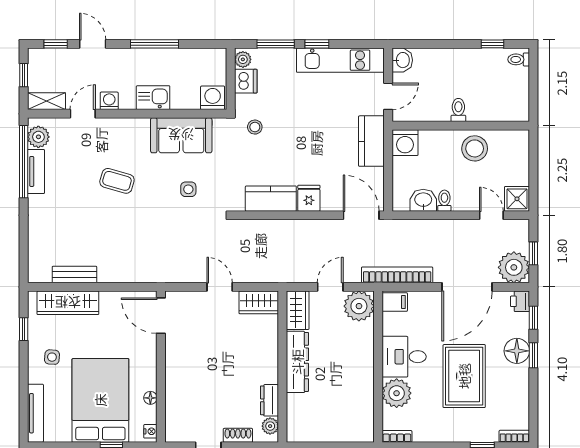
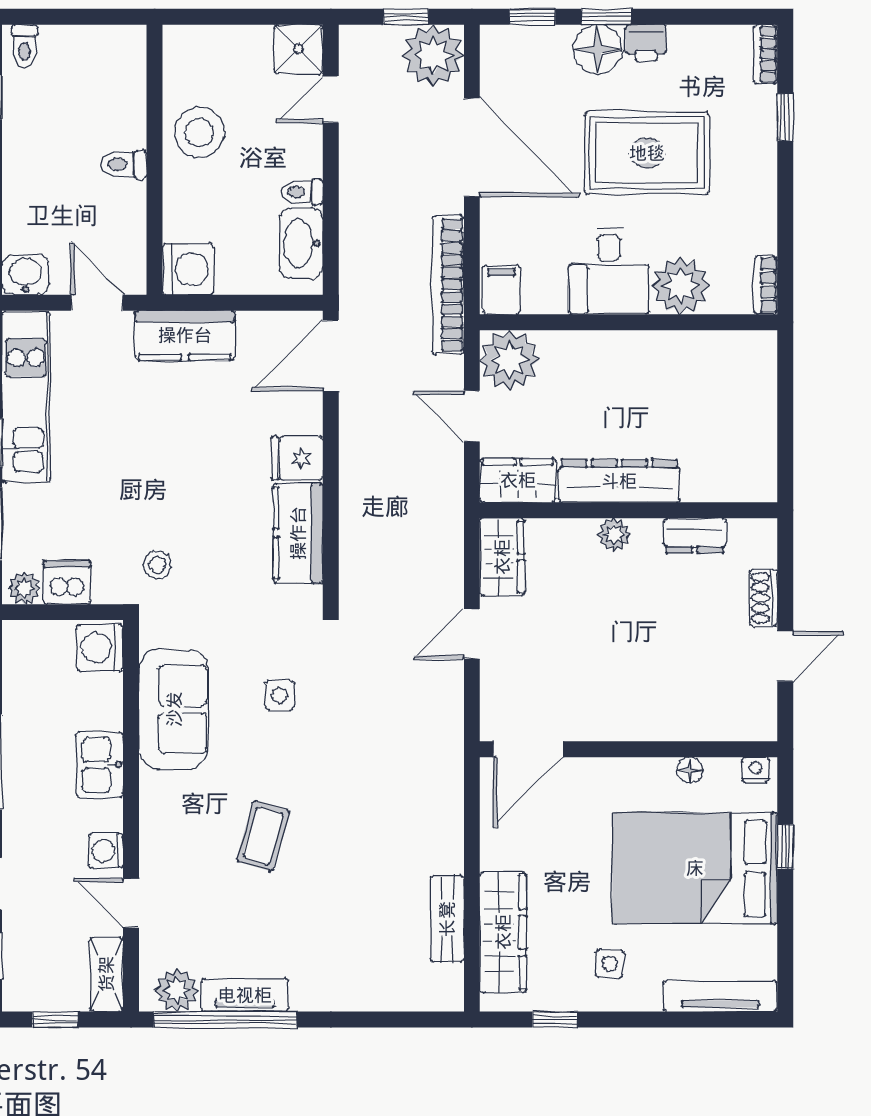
washbasin: (423, 200) -> (301, 243), width x1.38
printer: (520, 301) -> (646, 43), moved
plant: (270, 426) -> (614, 534), moved

